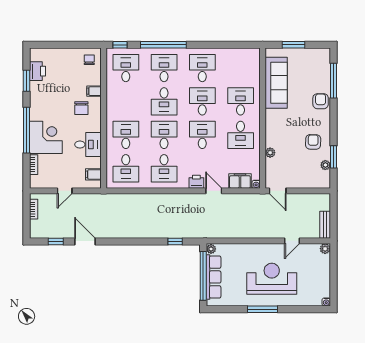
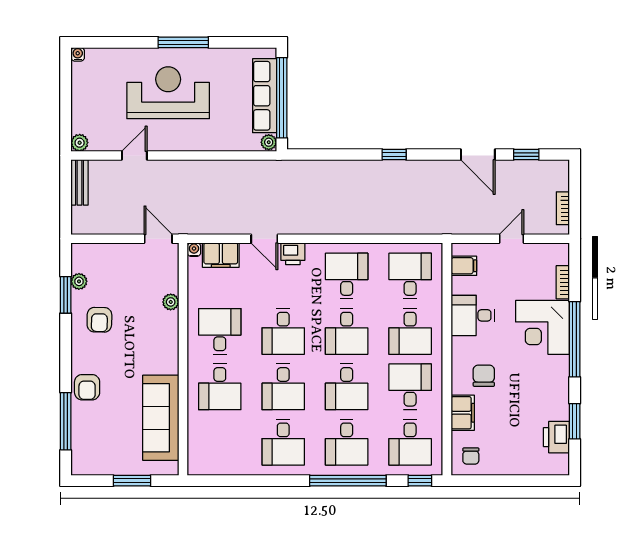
filing cabinet: (94, 91) -> (463, 413), width x2.00
desk: (126, 101) -> (410, 387), added
desk: (164, 101) -> (347, 387), turned 180
window: (175, 242) -> (394, 155), moved
reception desk: (272, 279) -> (168, 93), turned 180

